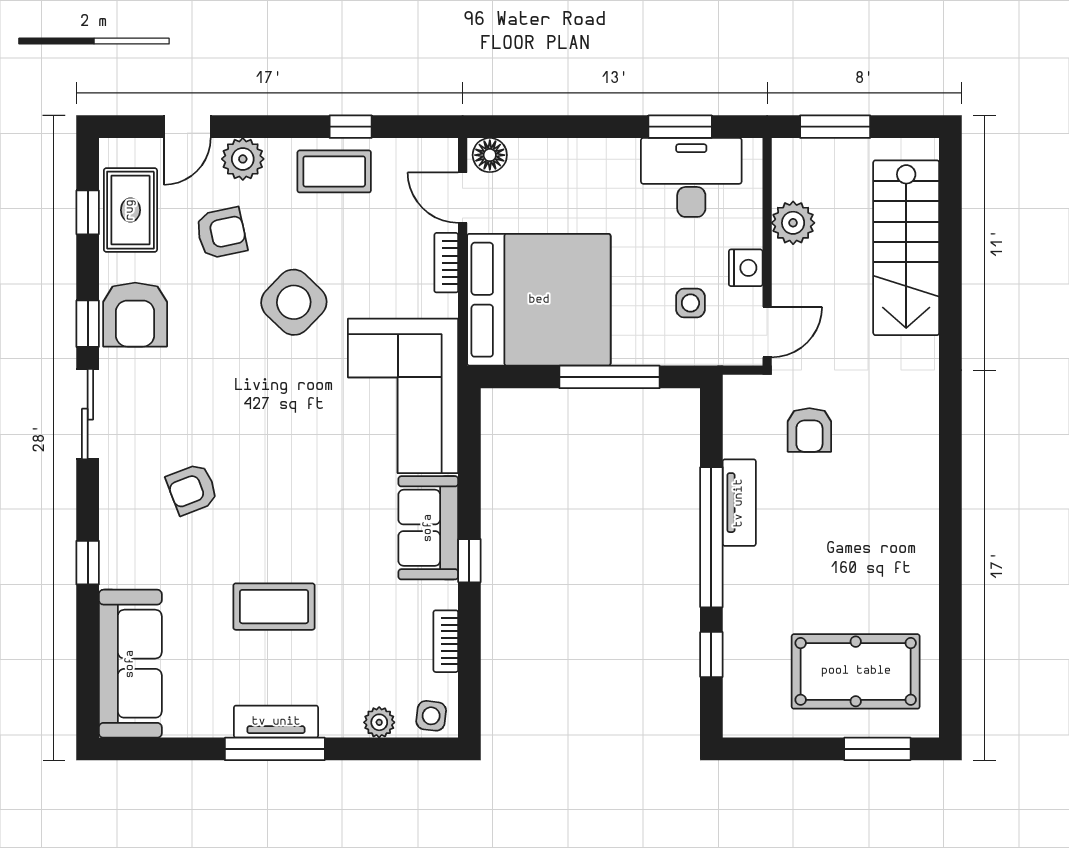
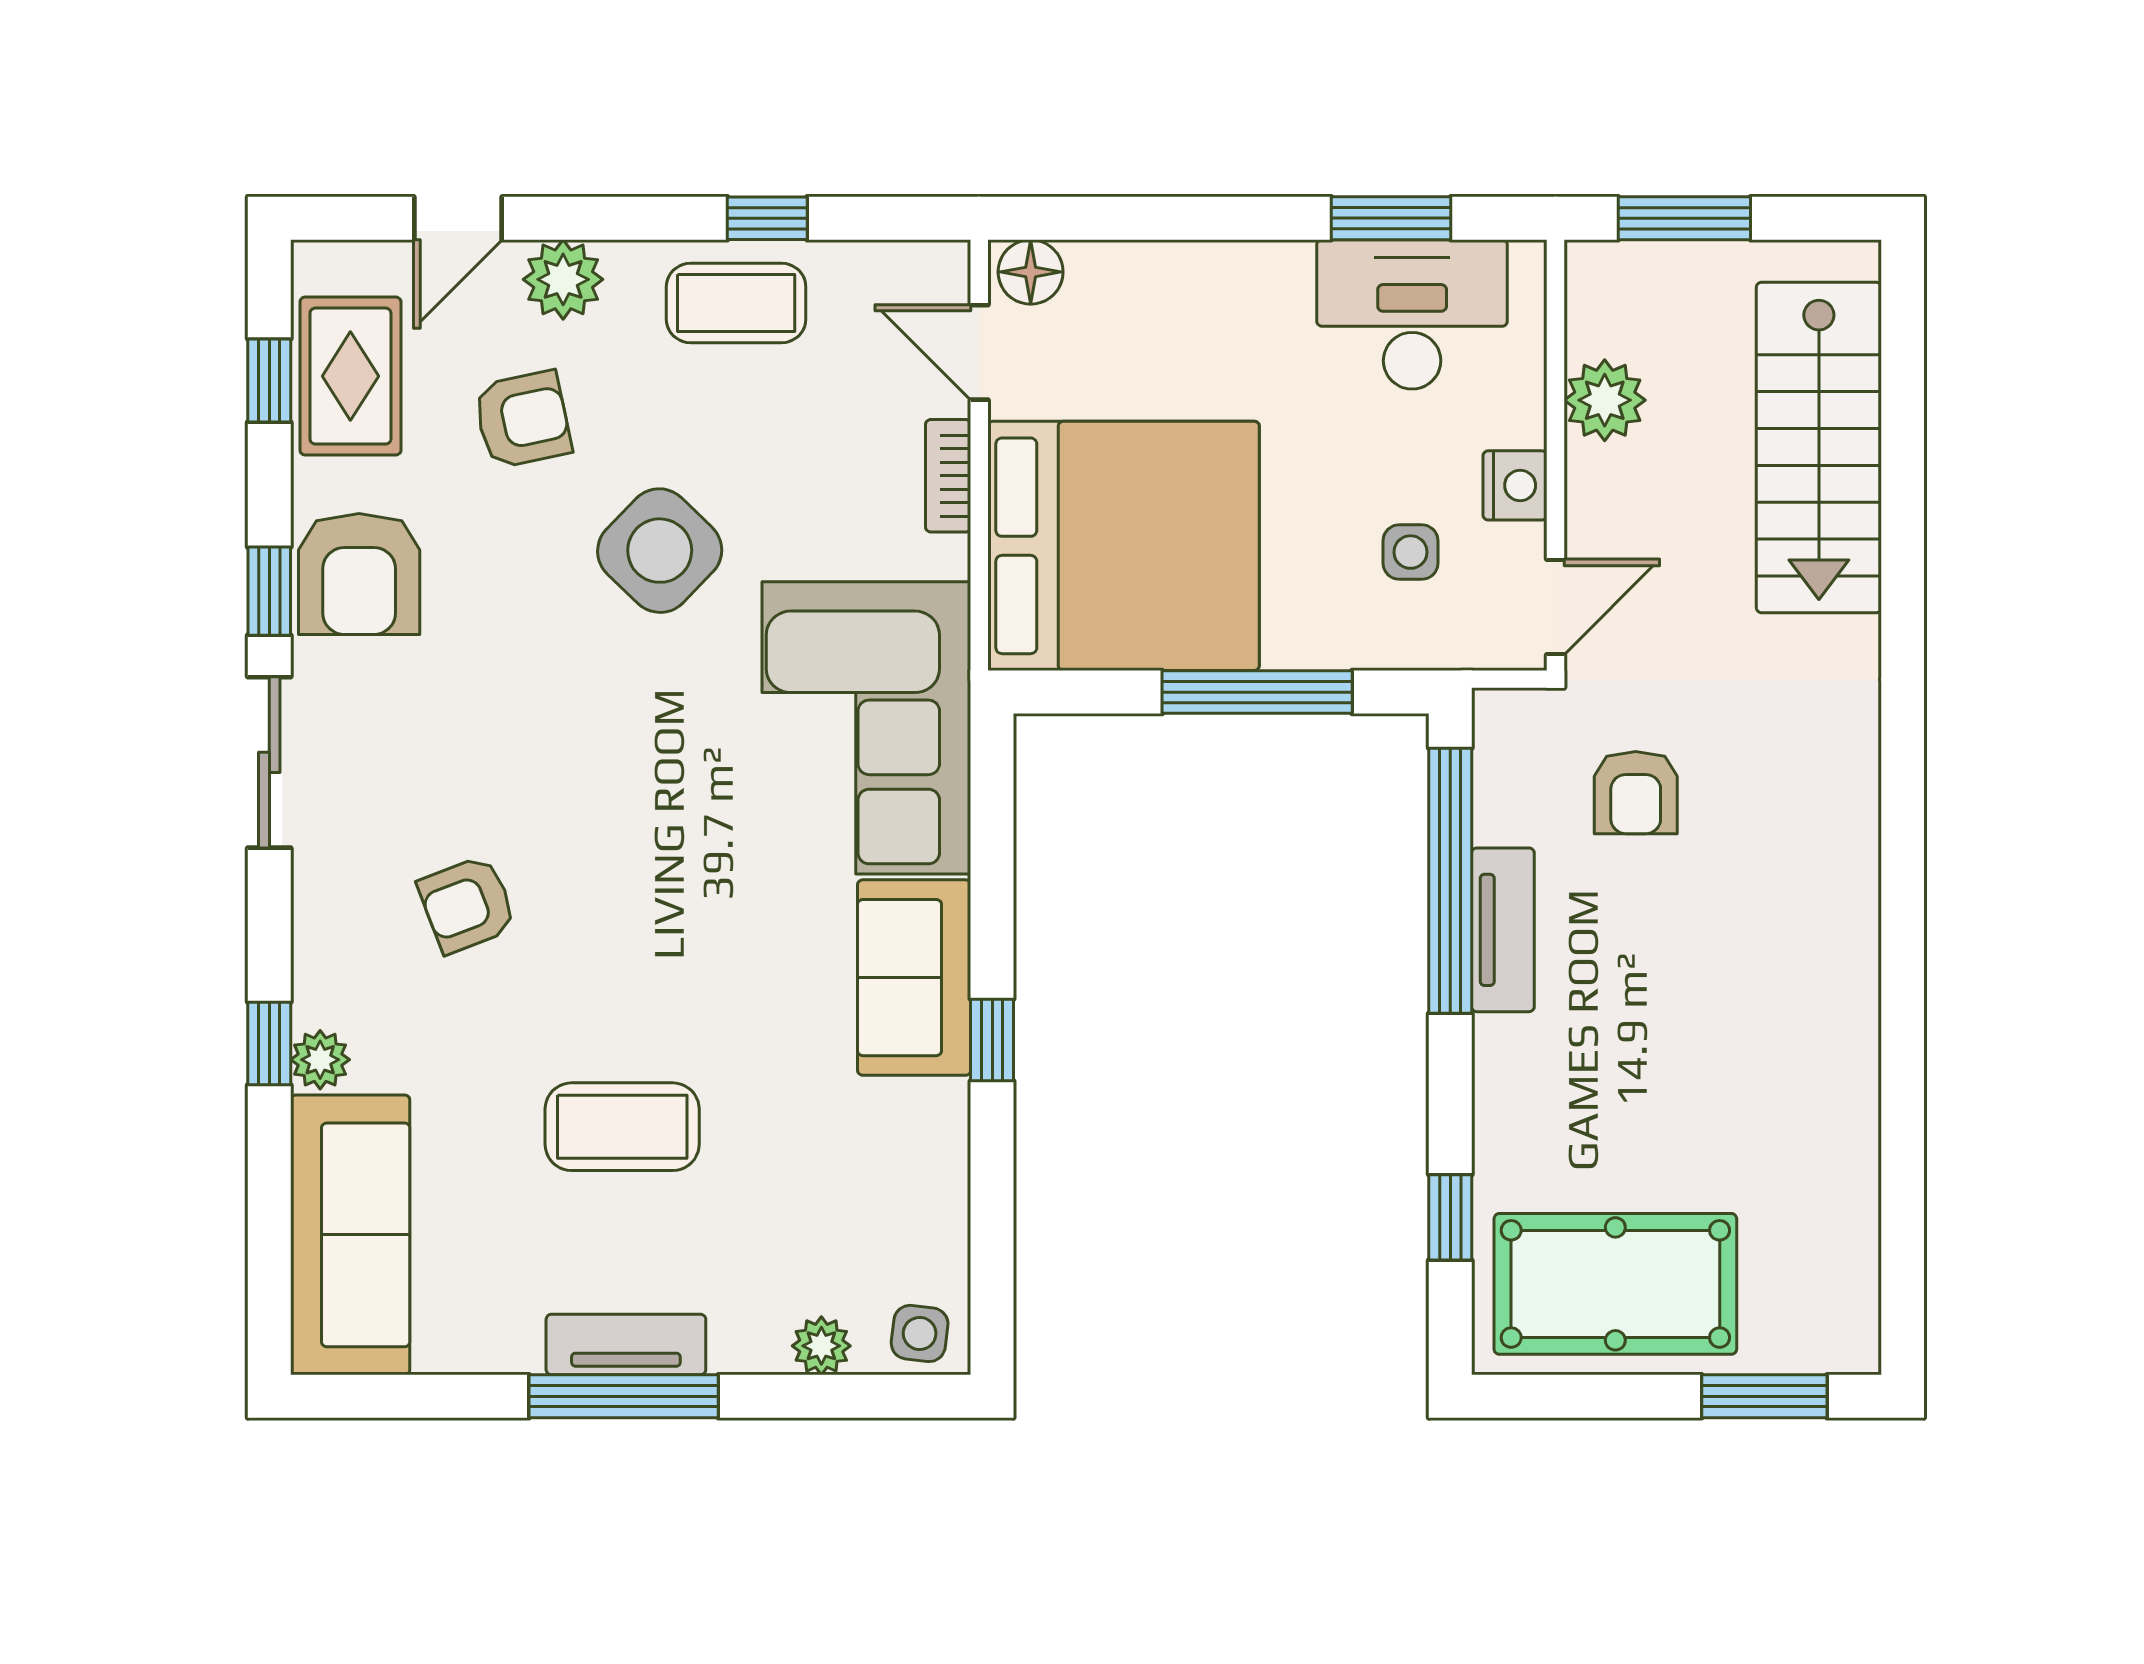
window: (711, 537) -> (1450, 881), moved
plant: (114, 571) -> (320, 1060), added
bookcase: (446, 641) -> (947, 1192), removed
pool table: (856, 671) -> (1615, 1284), moved

